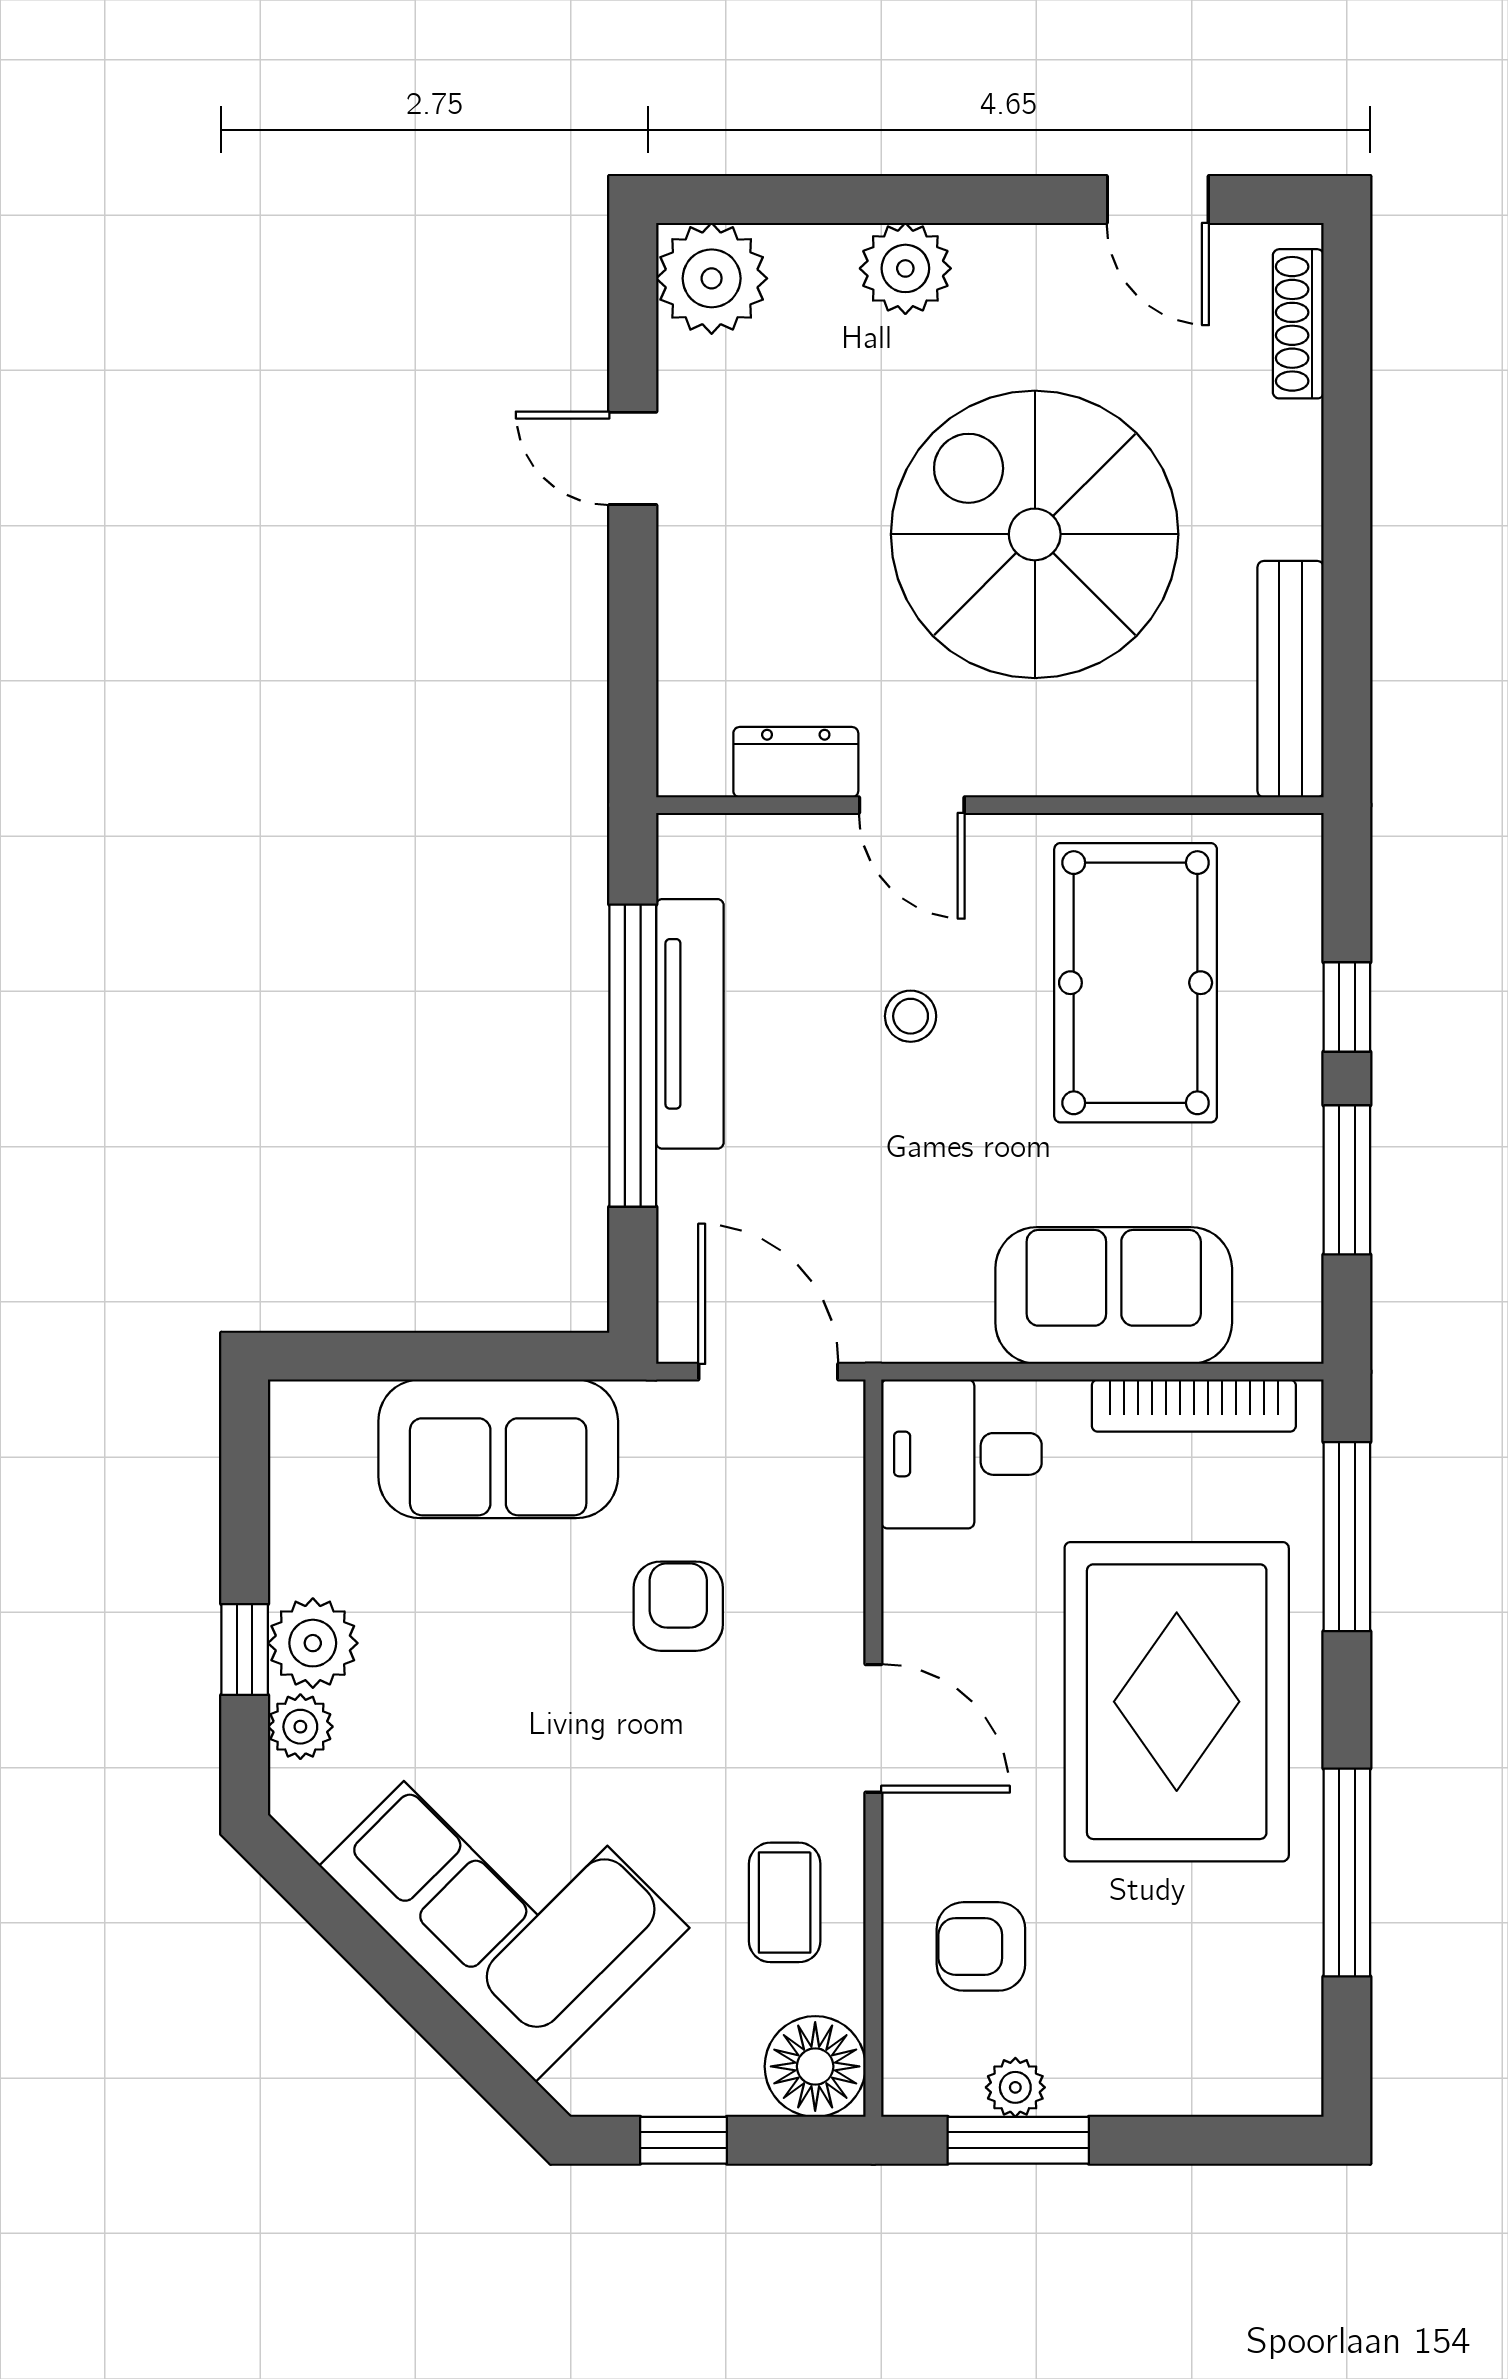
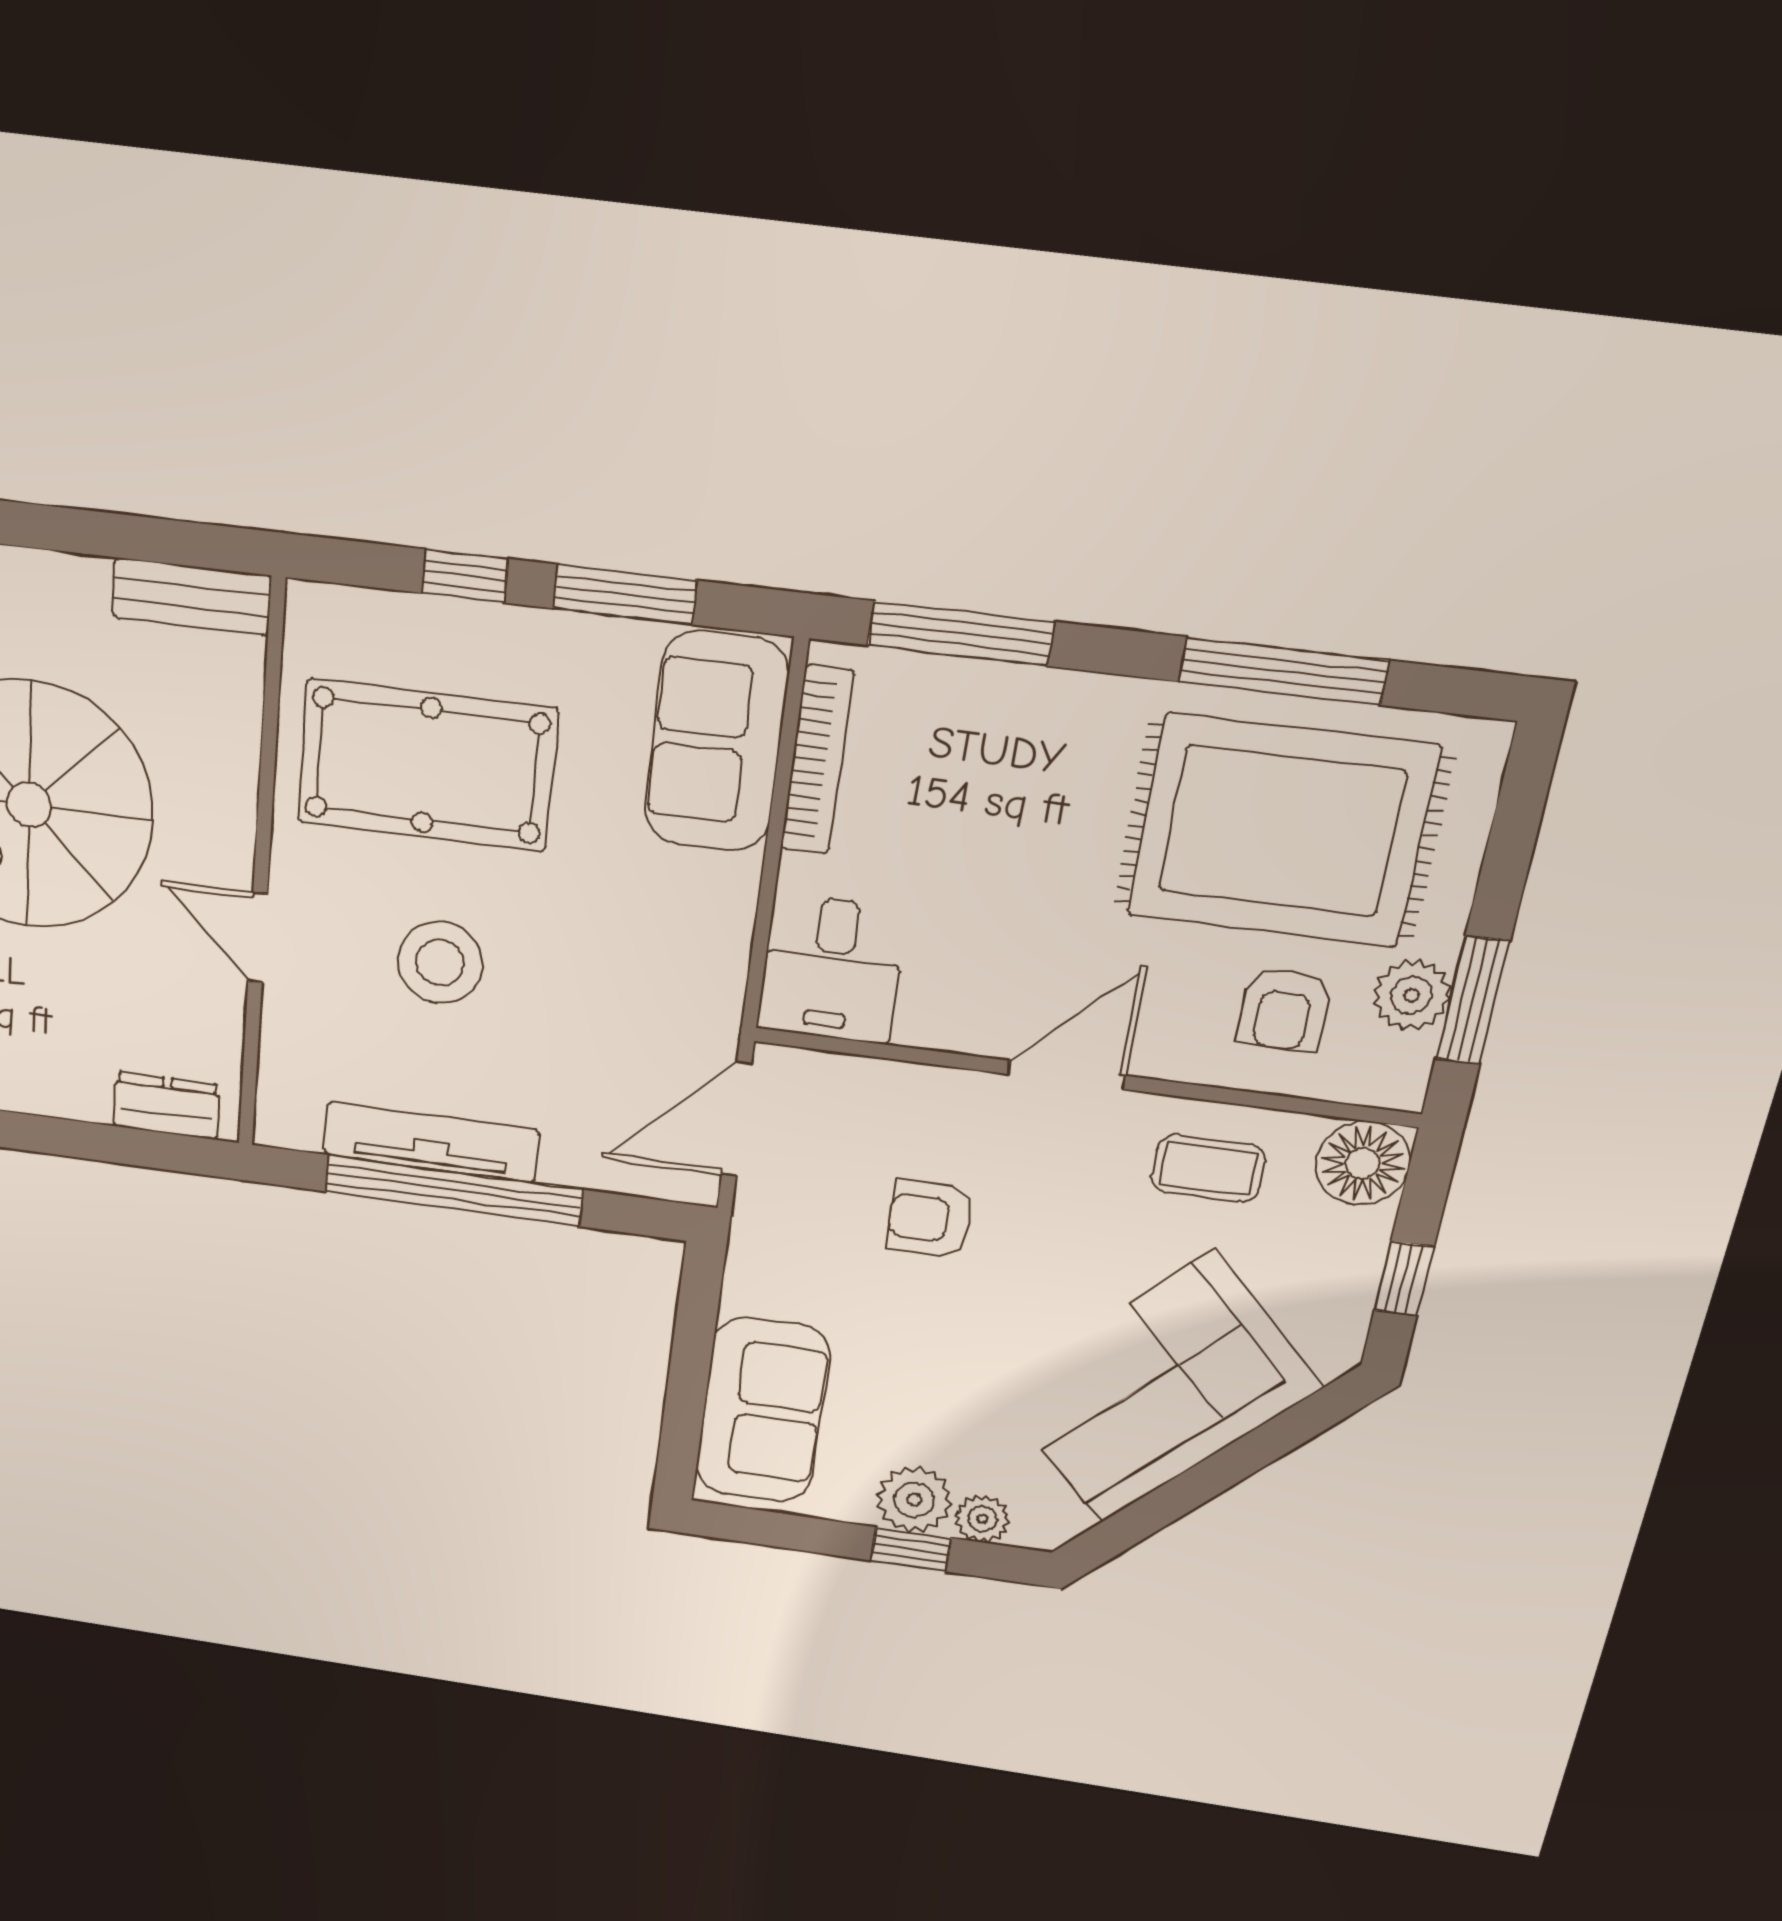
bench: (1291, 679) -> (192, 597), width x0.73
dresser: (796, 762) -> (167, 1106), moved, turned 90
door: (912, 805) -> (257, 938), swing flipped
stool: (911, 1016) -> (440, 962), width x1.89, depth x1.89
sofa: (1114, 1296) -> (716, 742), moved
sofa: (498, 1449) -> (763, 1410), moved
rug: (1177, 1702) -> (1282, 831), moved
plant: (1015, 2087) -> (1412, 995), width x1.38, depth x1.38

